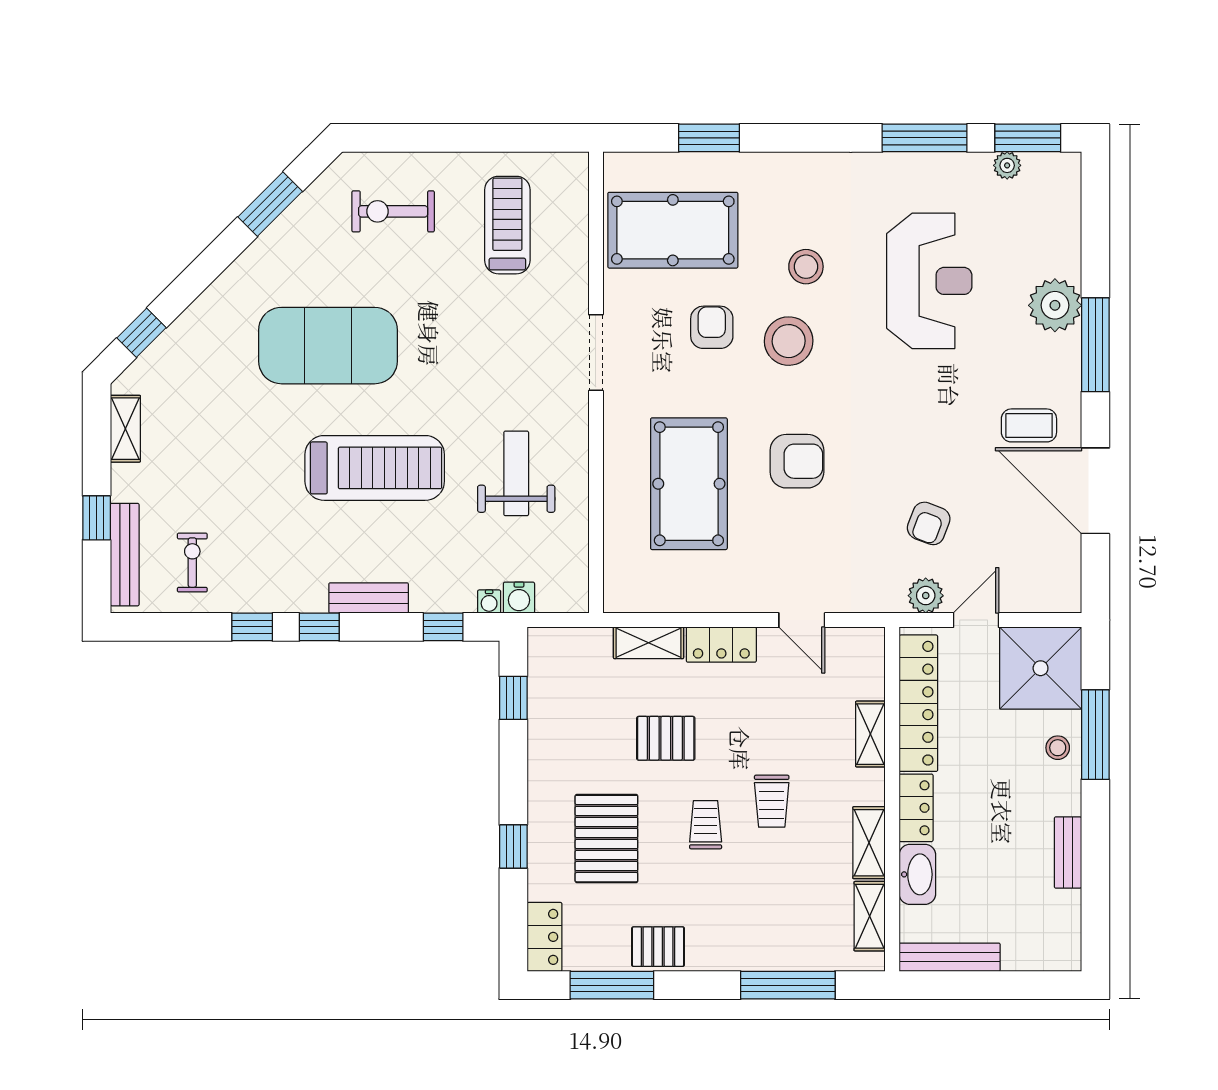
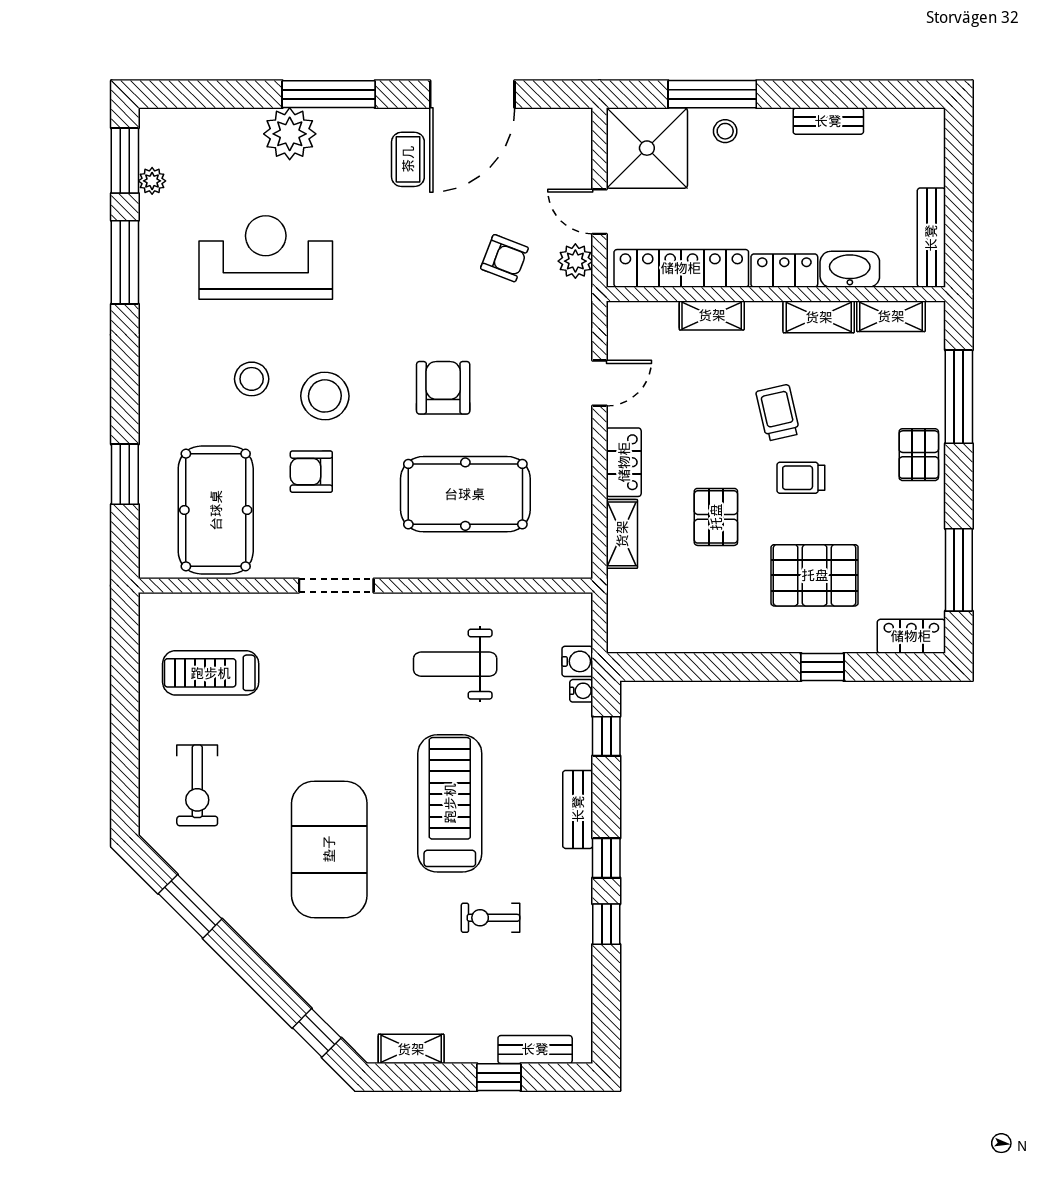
bench: (125, 555) -> (535, 1049), width x0.73
exercise bike: (192, 563) -> (490, 918), moved
window: (513, 698) -> (676, 667), removed
trolley: (772, 801) -> (778, 413), turned -103
pallet: (658, 947) -> (919, 455), moved

